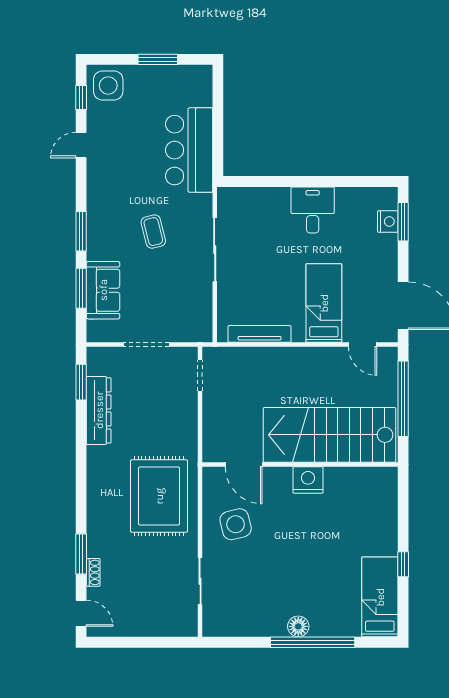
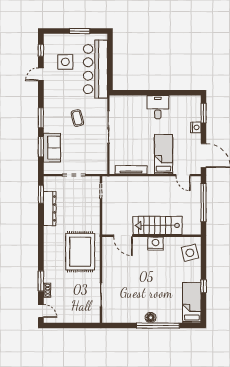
side table: (108, 85) -> (65, 62), moved
bar counter: (189, 150) -> (95, 69), width x1.36
nightstand: (388, 221) -> (196, 127), moved
stairs: (329, 435) -> (157, 225), width x0.73, depth x0.66
side table: (236, 524) -> (190, 253), moved

